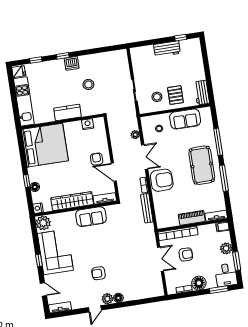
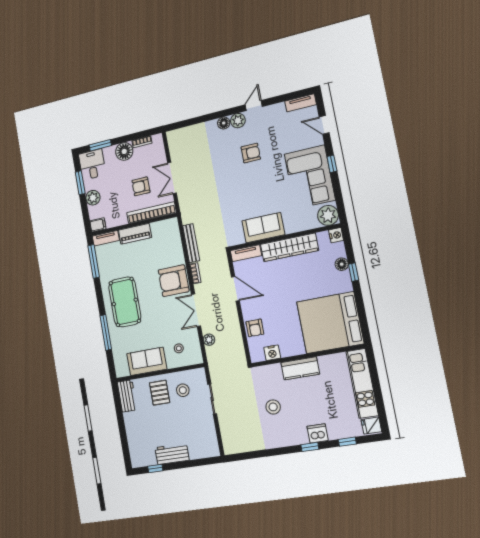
dishwasher: (72, 63) -> (318, 433), moved
armchair: (97, 159) -> (255, 328), moved
window: (224, 178) -> (94, 261), moved

